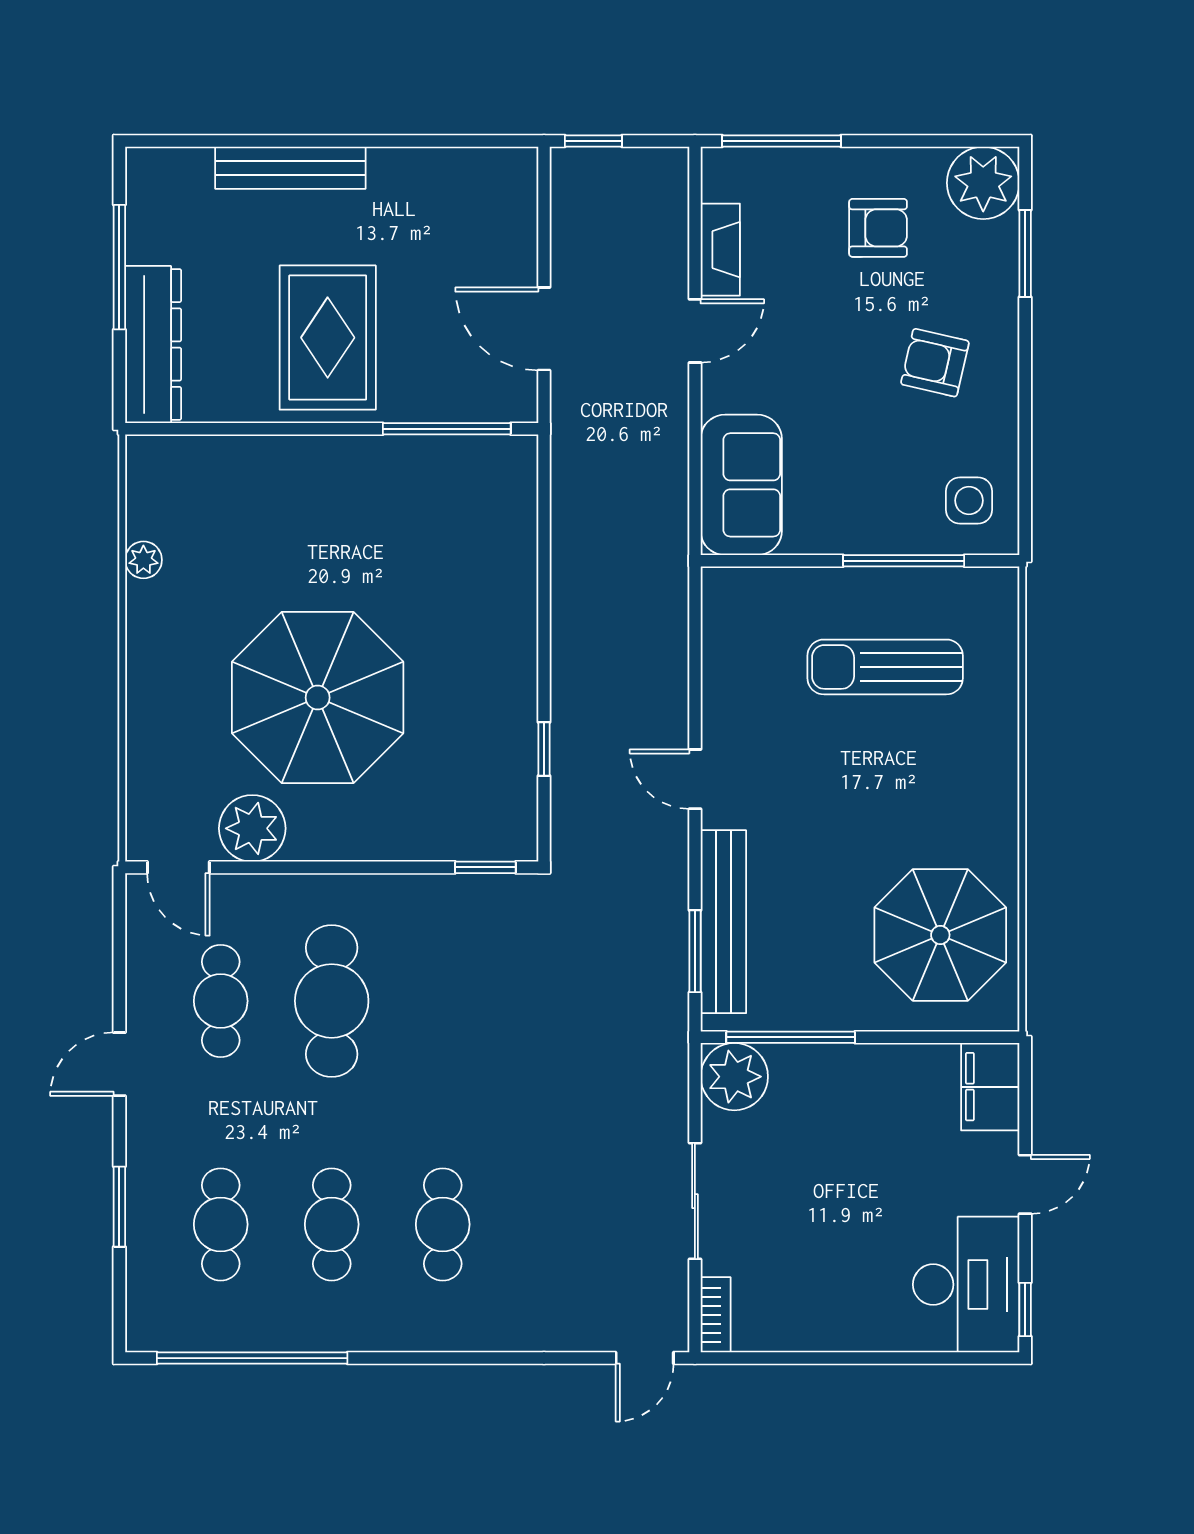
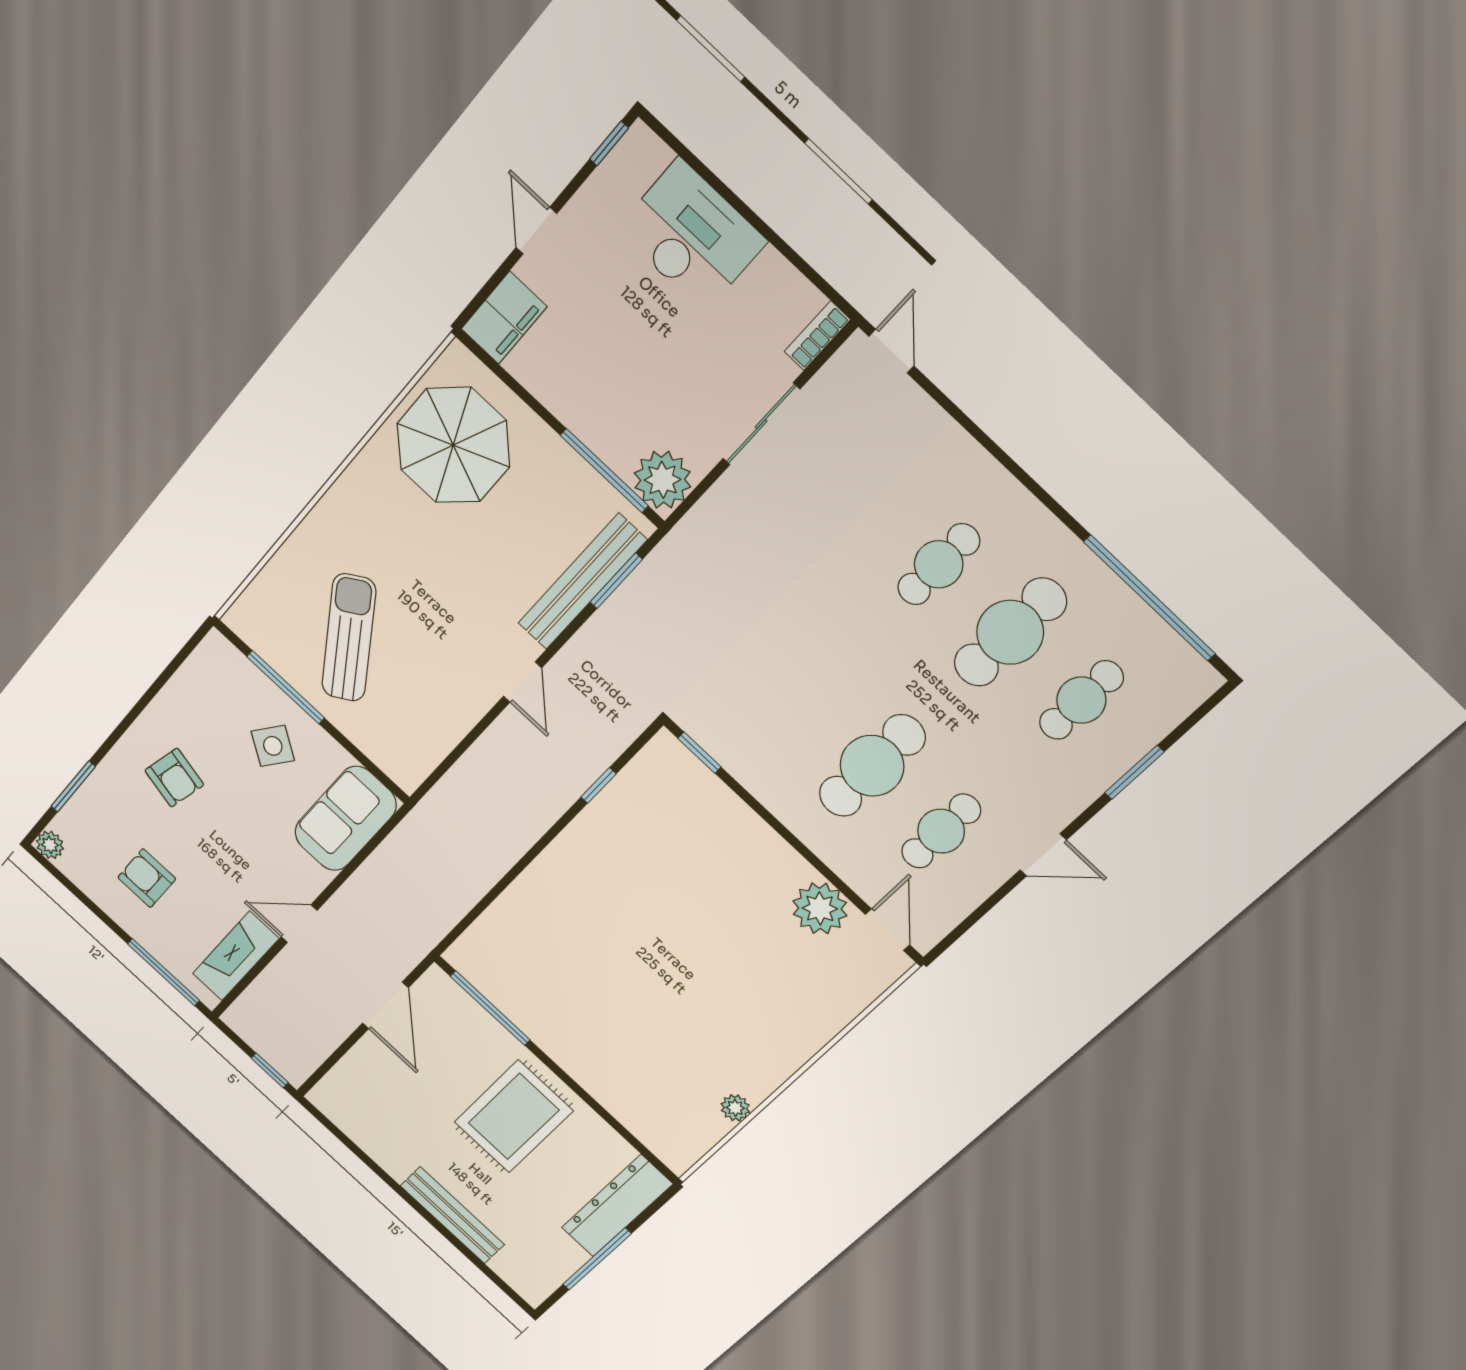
plant: (983, 183) -> (50, 845), width x0.53, depth x0.53
fireplace: (720, 250) -> (236, 956), width x1.37, depth x1.32
side table: (969, 500) -> (273, 746), moved, turned 35
sun lounger: (885, 667) -> (349, 638), turned -123
parasol: (318, 698) -> (707, 941), removed
door: (1025, 1184) -> (536, 231), hinge flipped
cafe table: (332, 1224) -> (1010, 632), width x1.37, depth x1.35
desk: (966, 1285) -> (691, 235), moved, turned 90
door: (645, 1358) -> (891, 351), hinge flipped

